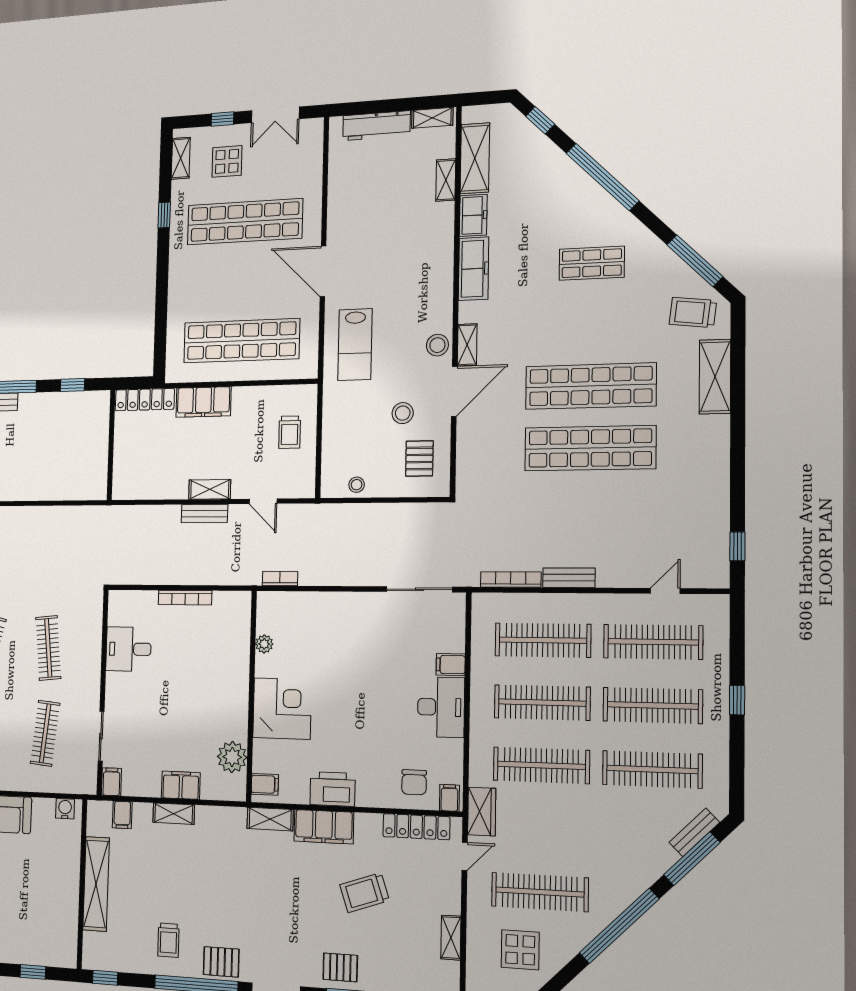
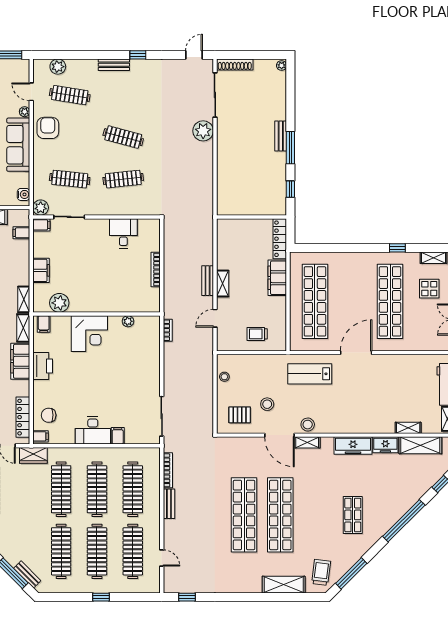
plant: (86, 782) -> (41, 208), added
shelving: (174, 814) -> (24, 299), moved

